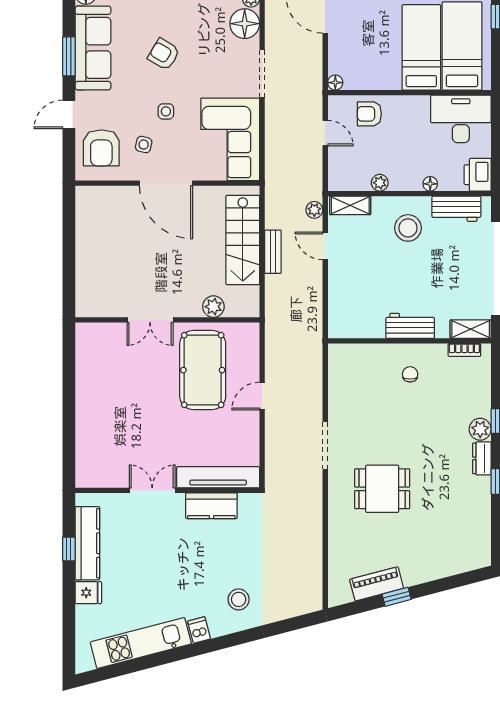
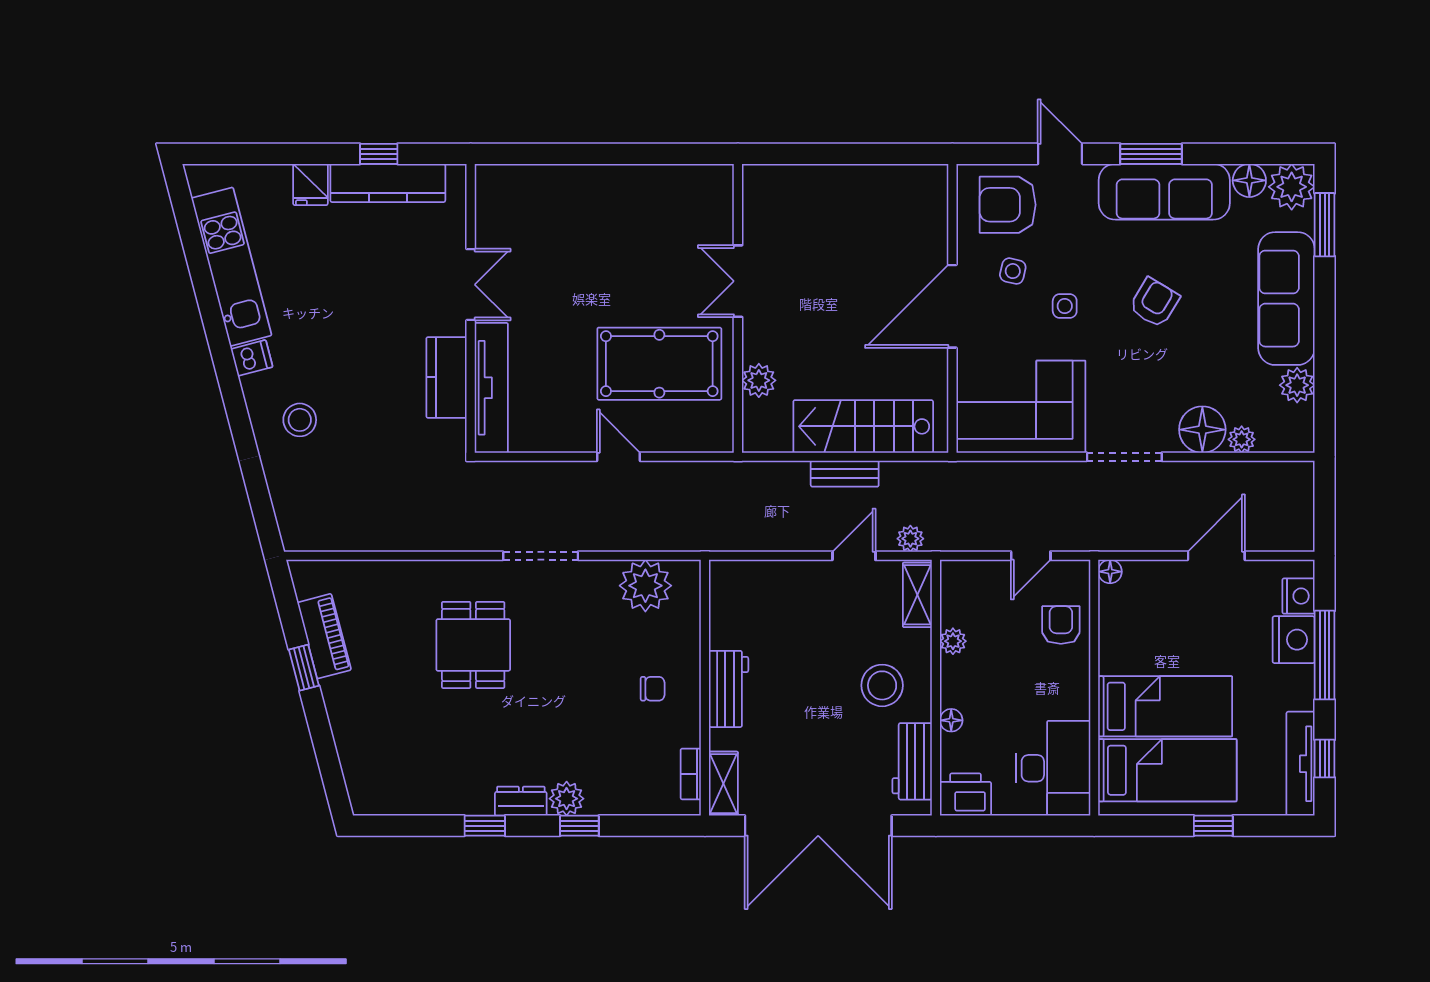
plant: (344, 379) -> (645, 586), added

